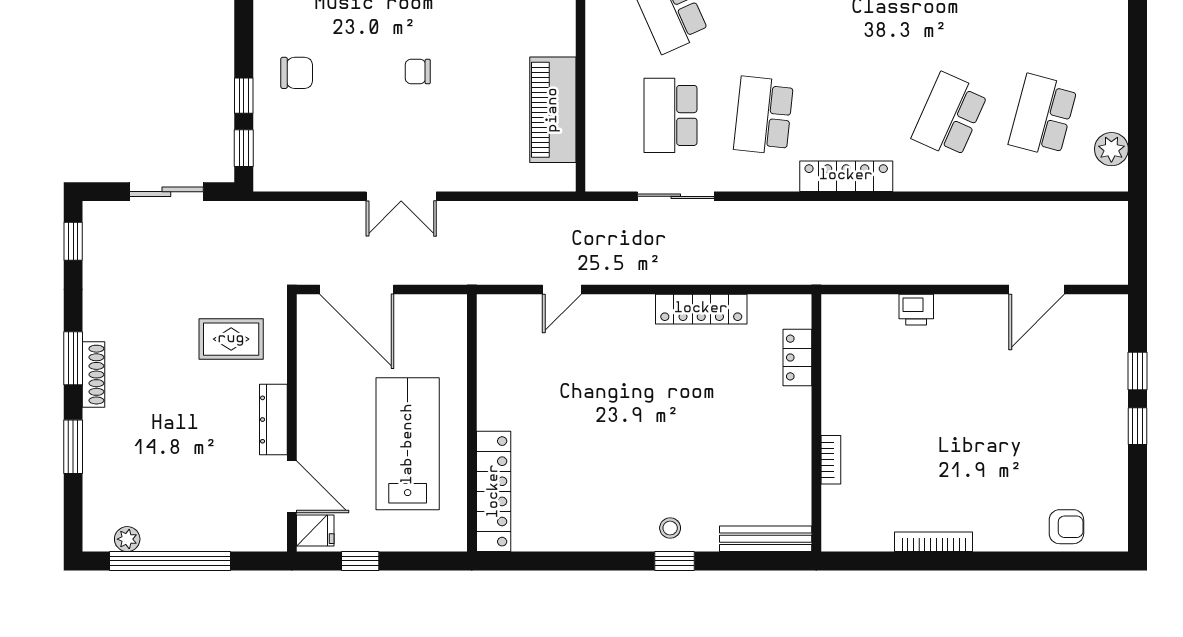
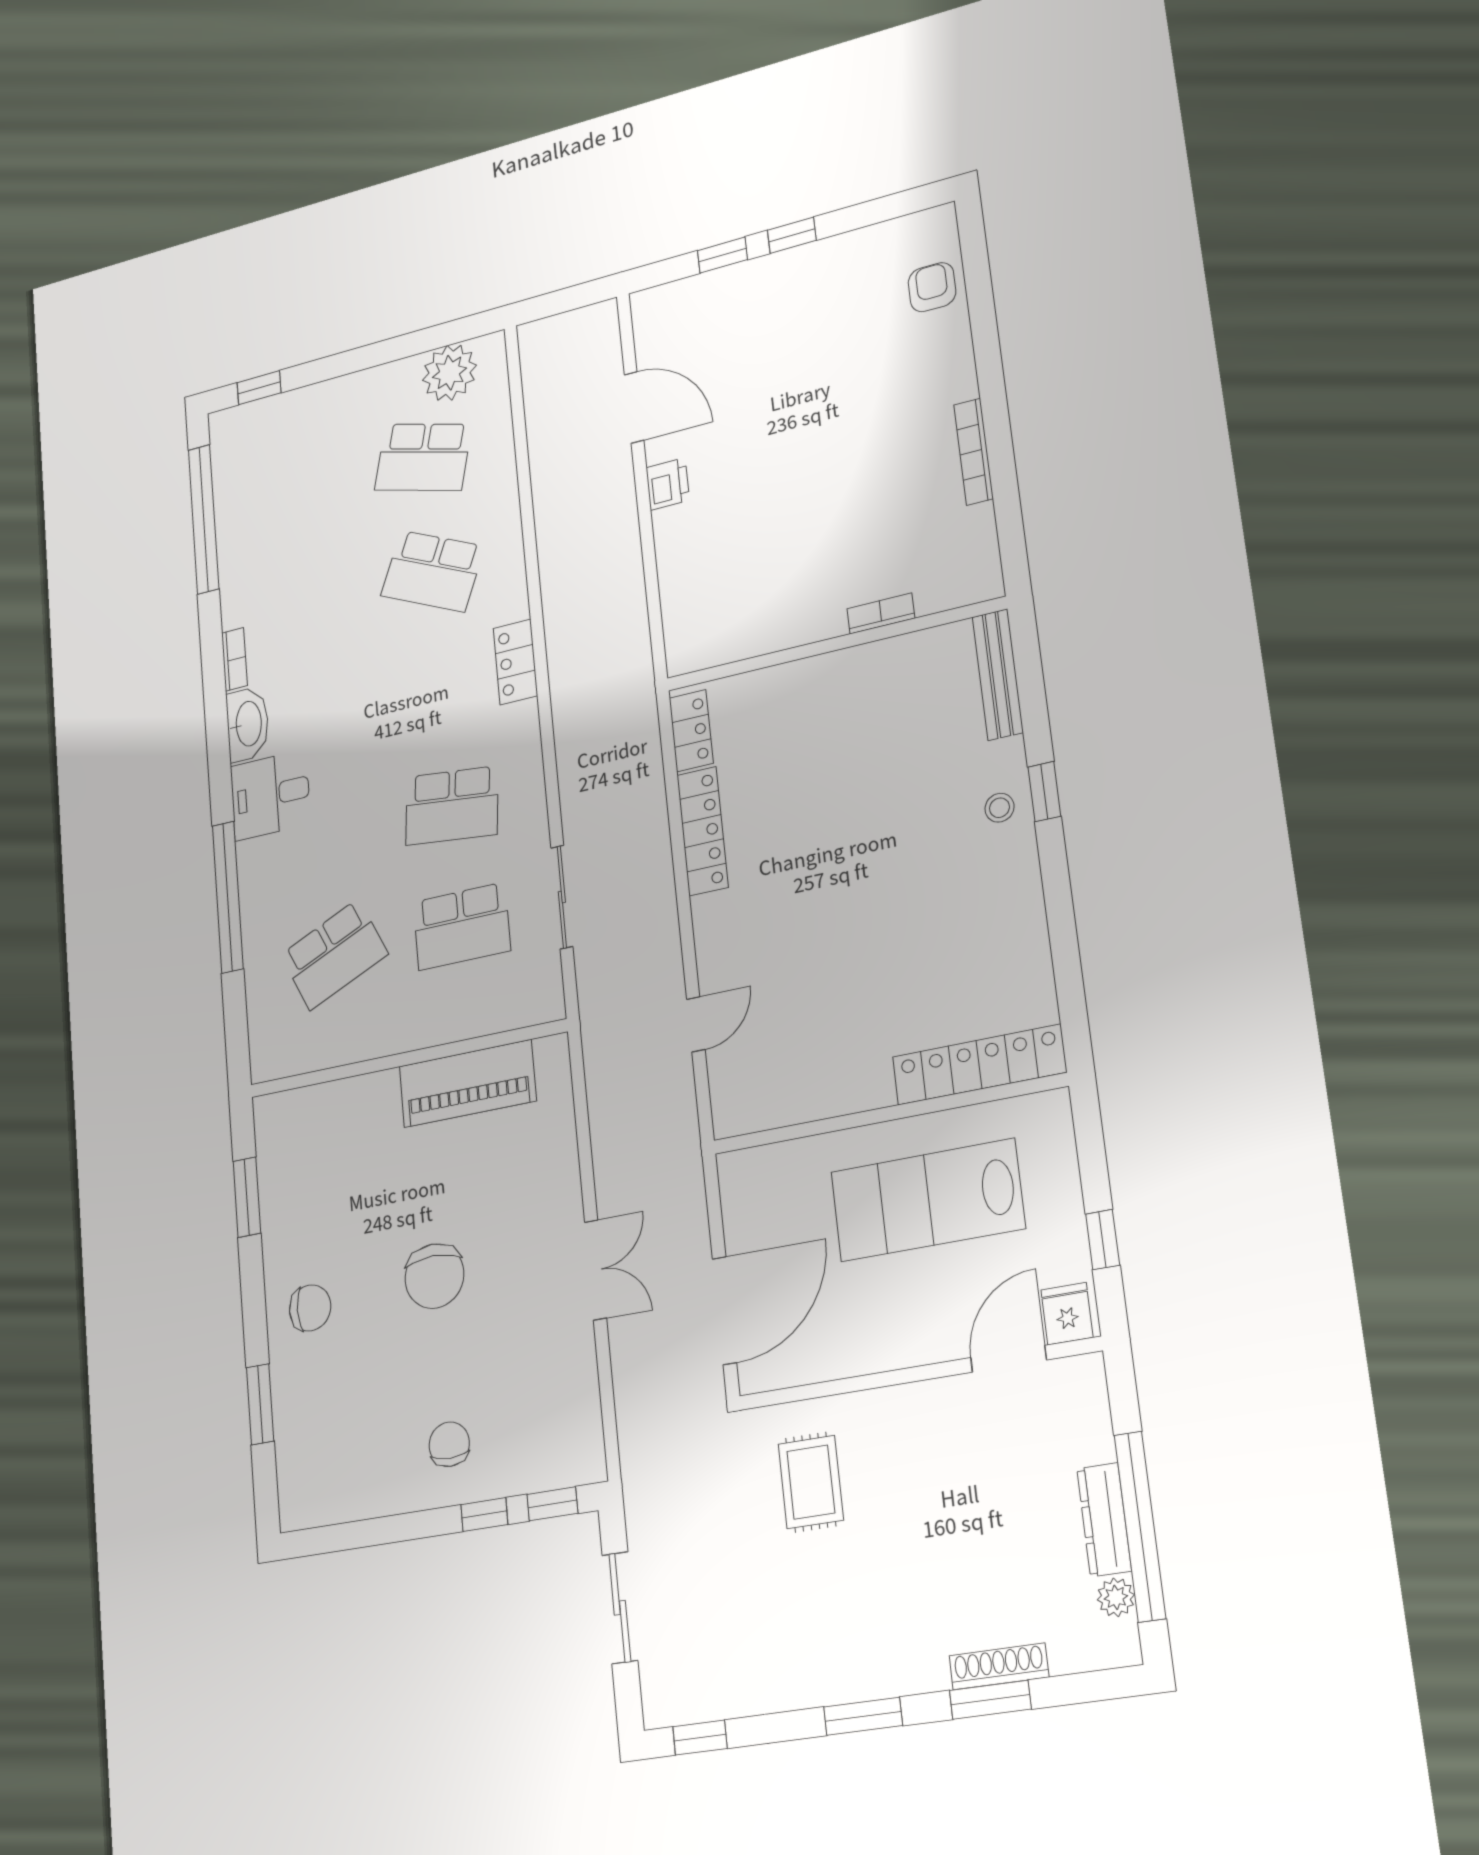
chair: (418, 72) -> (434, 1276), width x1.87, depth x1.87
plant: (1111, 149) -> (449, 373), width x1.36, depth x1.36
locker: (846, 176) -> (515, 662), width x0.66
door: (562, 289) -> (696, 1024), hinge flipped
printer: (916, 310) -> (668, 484), moved
locker: (797, 357) -> (691, 731), moved, turned -90
shoe rack: (94, 375) -> (999, 1666), moved
dresser: (273, 420) -> (1104, 1520), moved, turned 90

